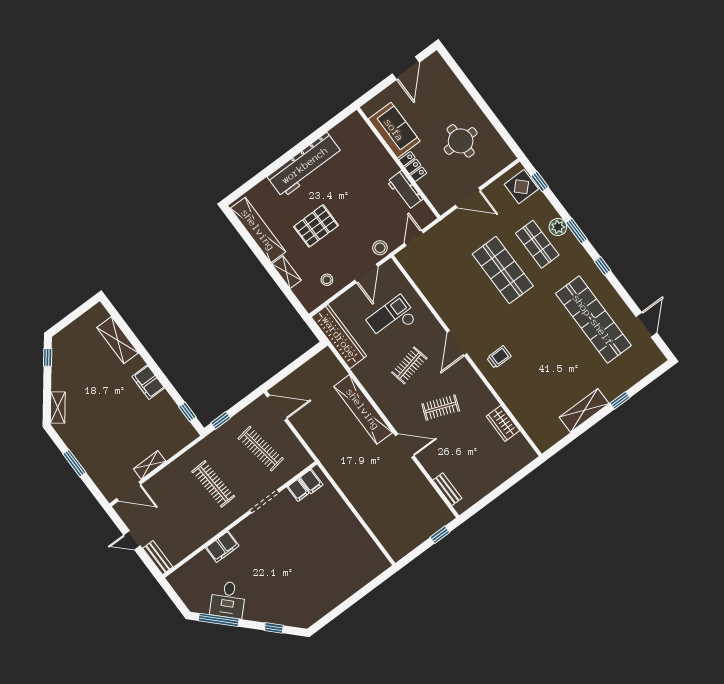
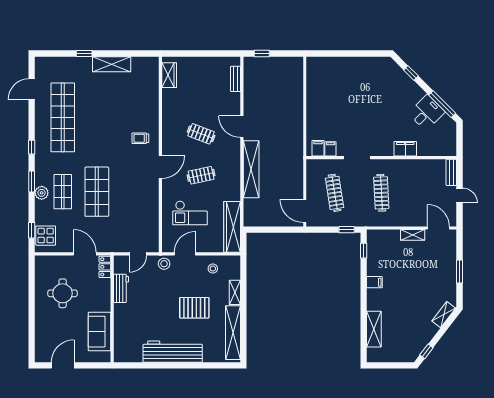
locker: (413, 167) -> (105, 267), moved
filing cabinet: (148, 382) -> (374, 282), width x0.50
wardrobe: (503, 423) -> (169, 75), moved

